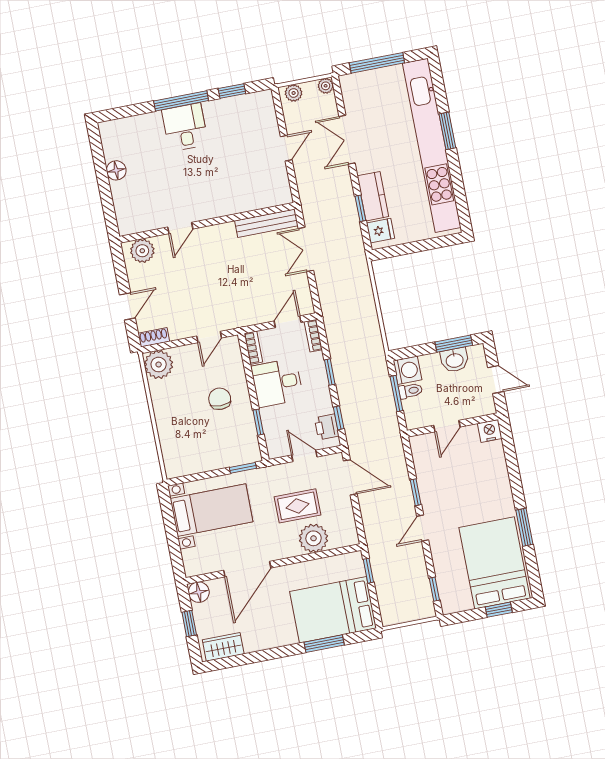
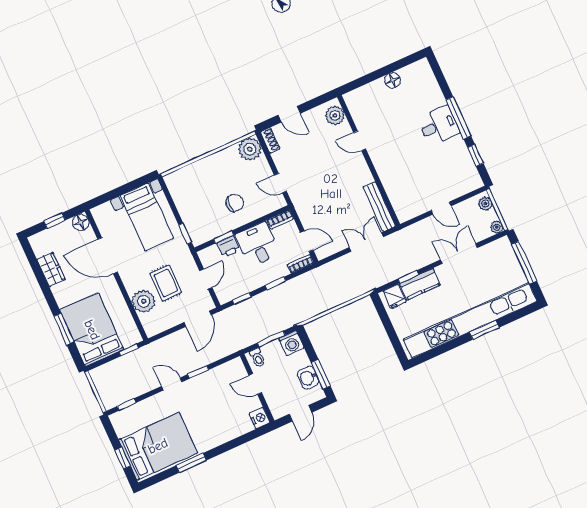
toilet: (410, 391) -> (257, 358), moved
printer: (327, 427) -> (228, 247), moved, turned 180
wardrobe: (223, 647) -> (51, 269), moved

